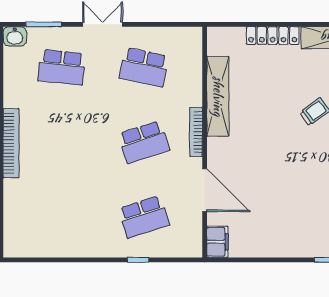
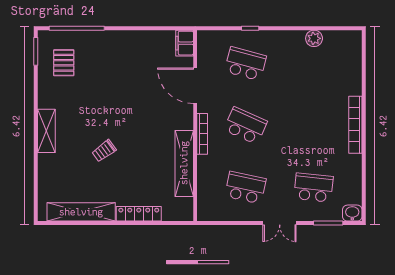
school desk: (144, 142) -> (245, 126), turned 42
school desk: (144, 217) -> (245, 64), turned 33
plant: (61, 247) -> (314, 38), added

